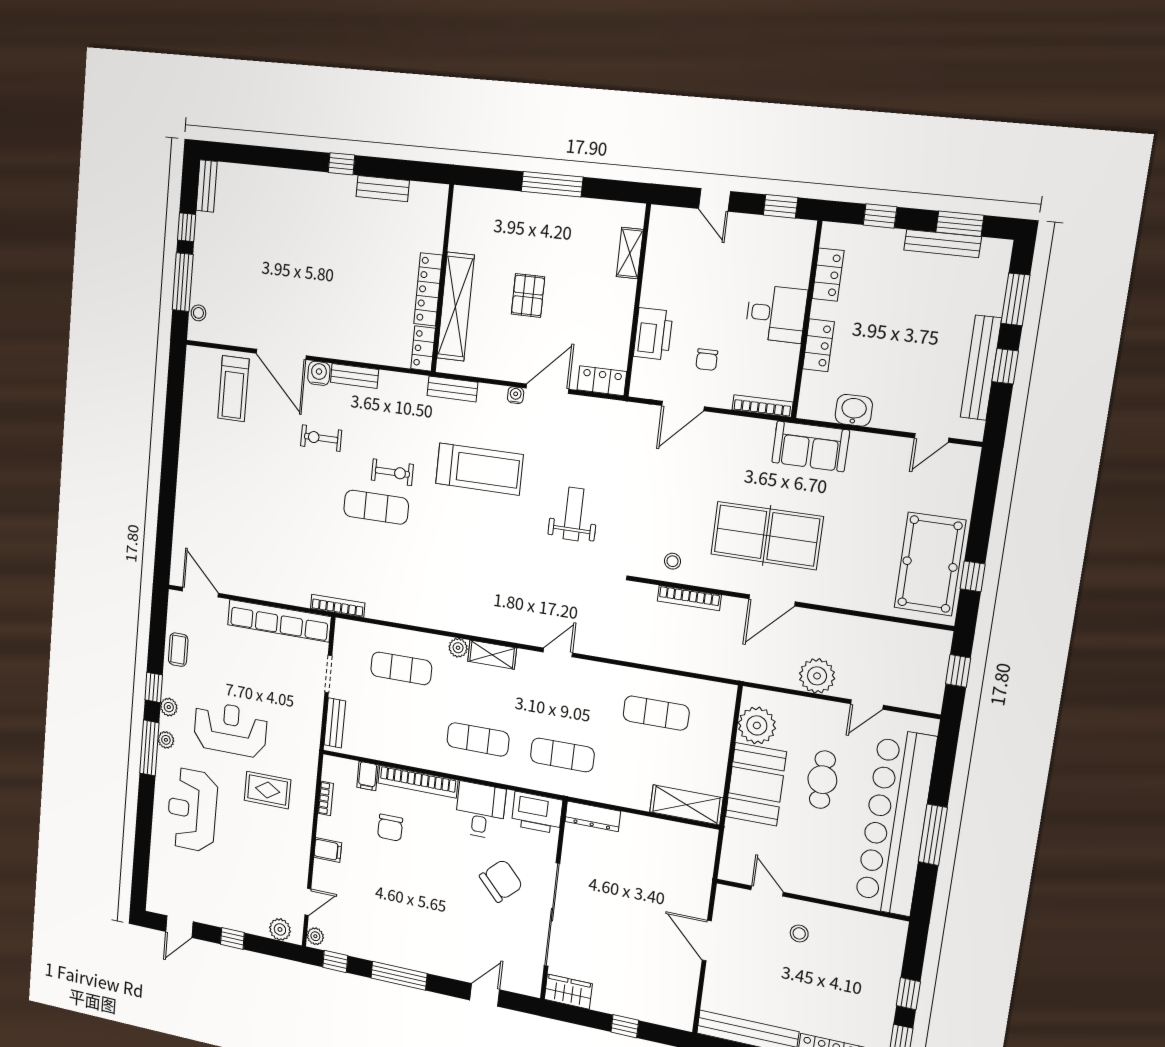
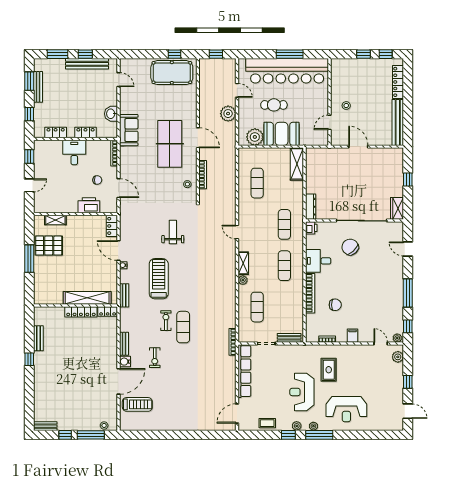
pallet: (528, 295) -> (49, 246), moved, width x1.50, depth x1.42
weight bench: (573, 514) -> (173, 232), turned 90
filing cabinet: (367, 776) -> (312, 319), removed
printer: (537, 813) -> (311, 228), width x0.53, depth x0.68
door: (707, 940) -> (358, 147), swing flipped

